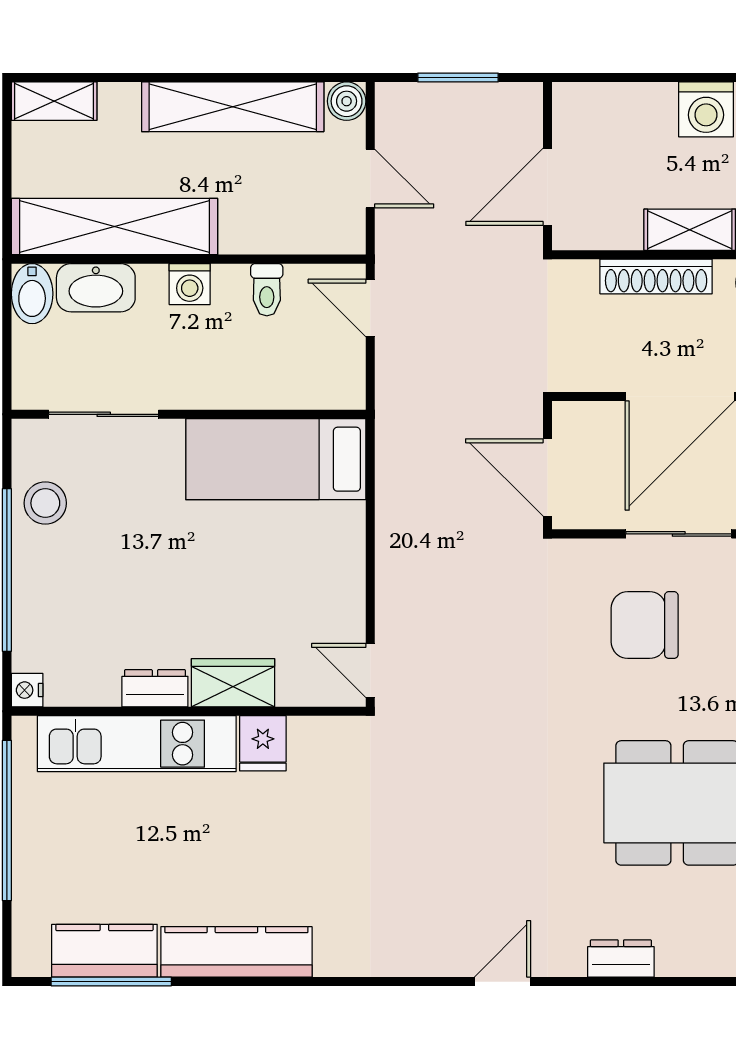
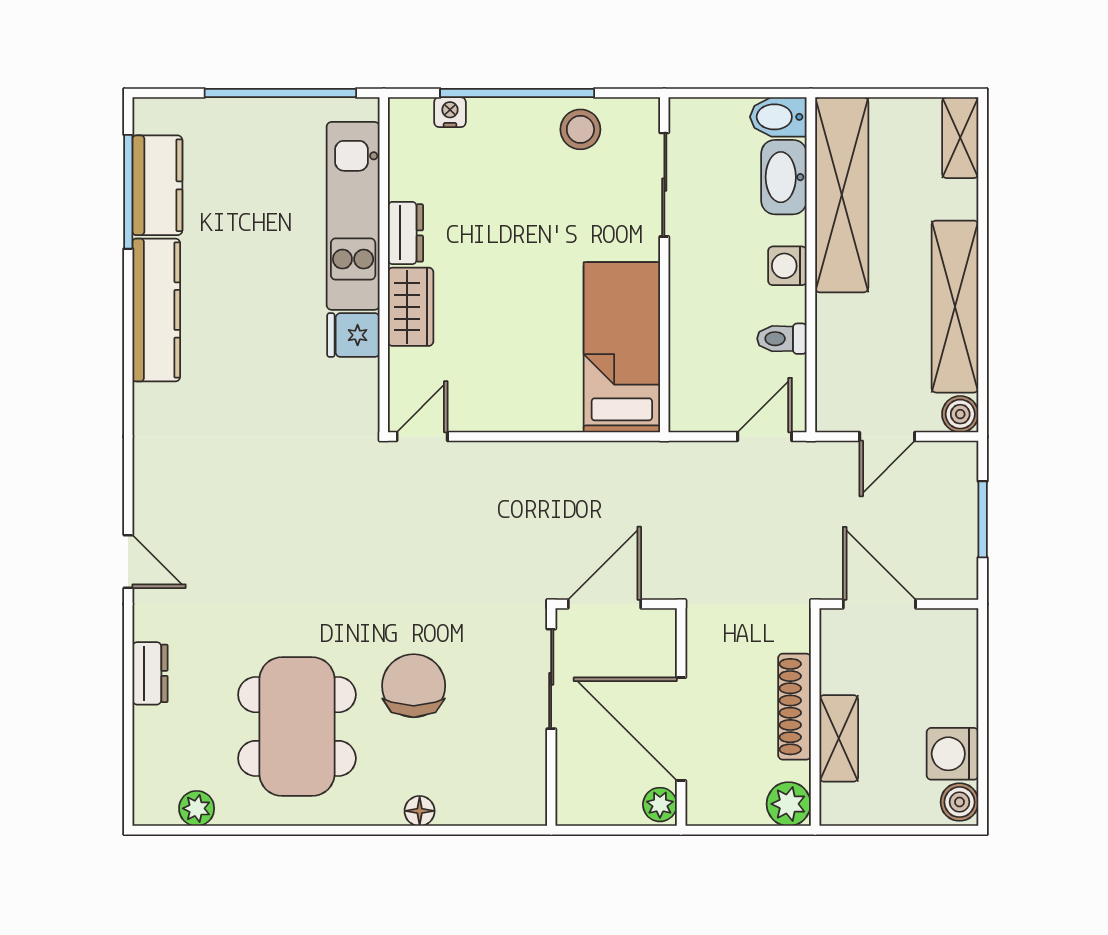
sliding door: (679, 534) -> (551, 679), moved
chair: (645, 625) -> (414, 686), moved
nightstand: (27, 690) -> (450, 112), moved

